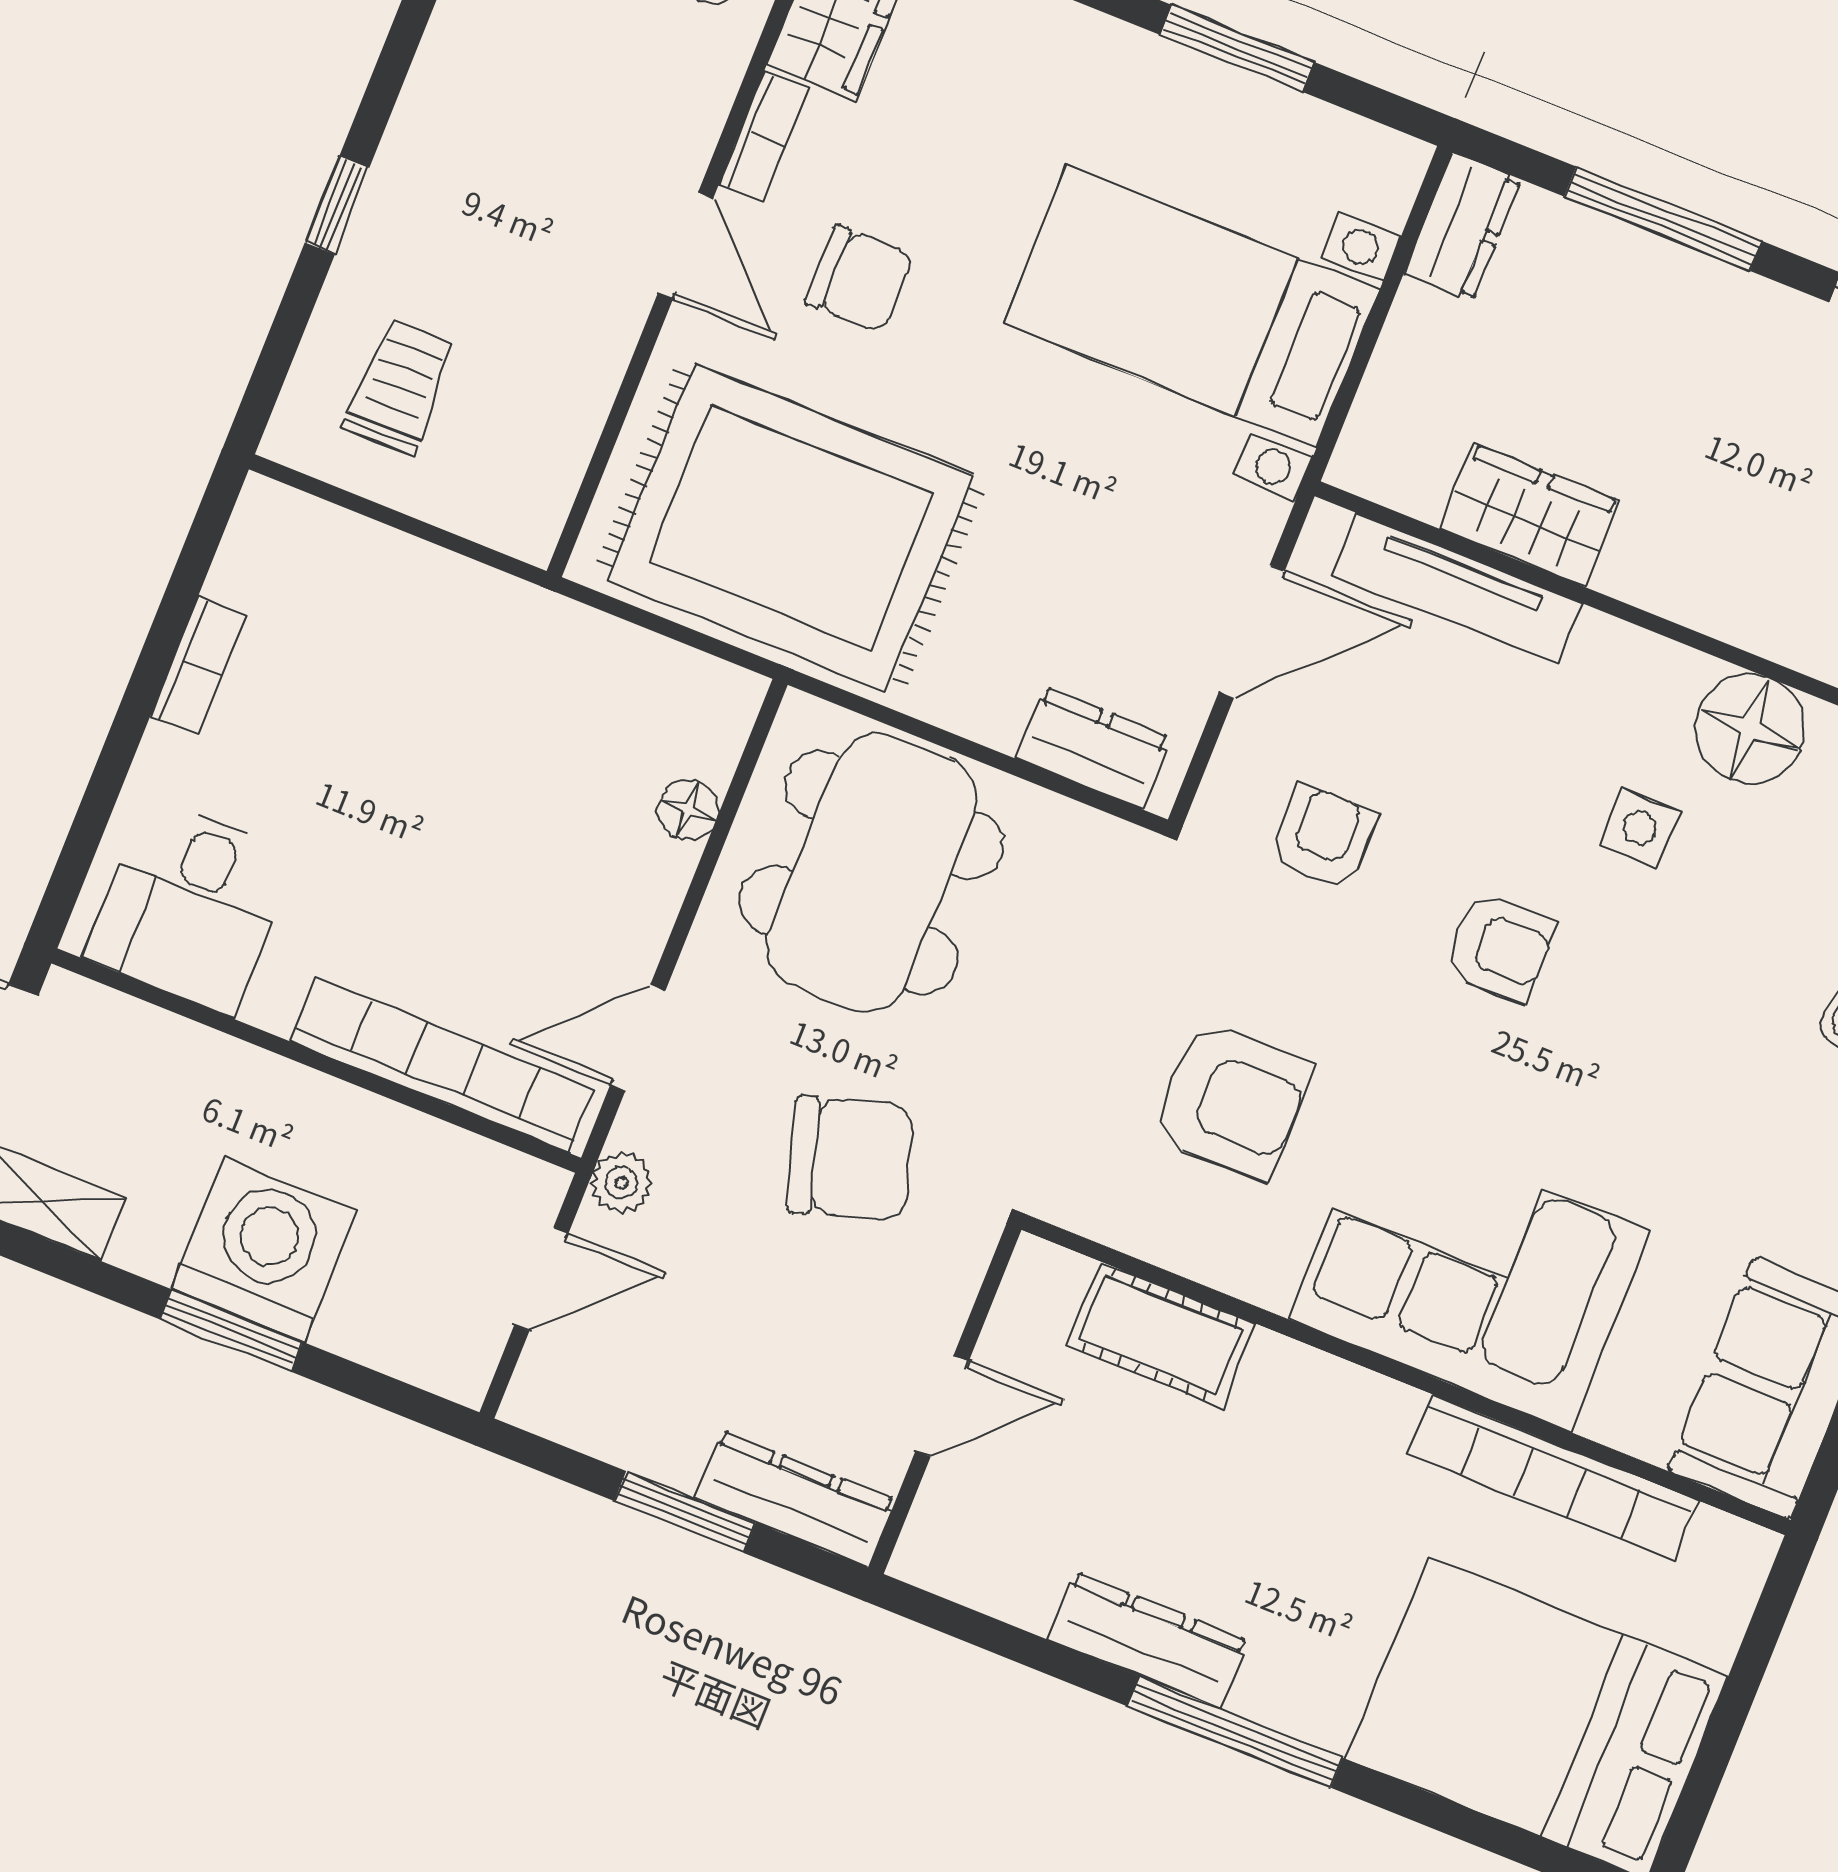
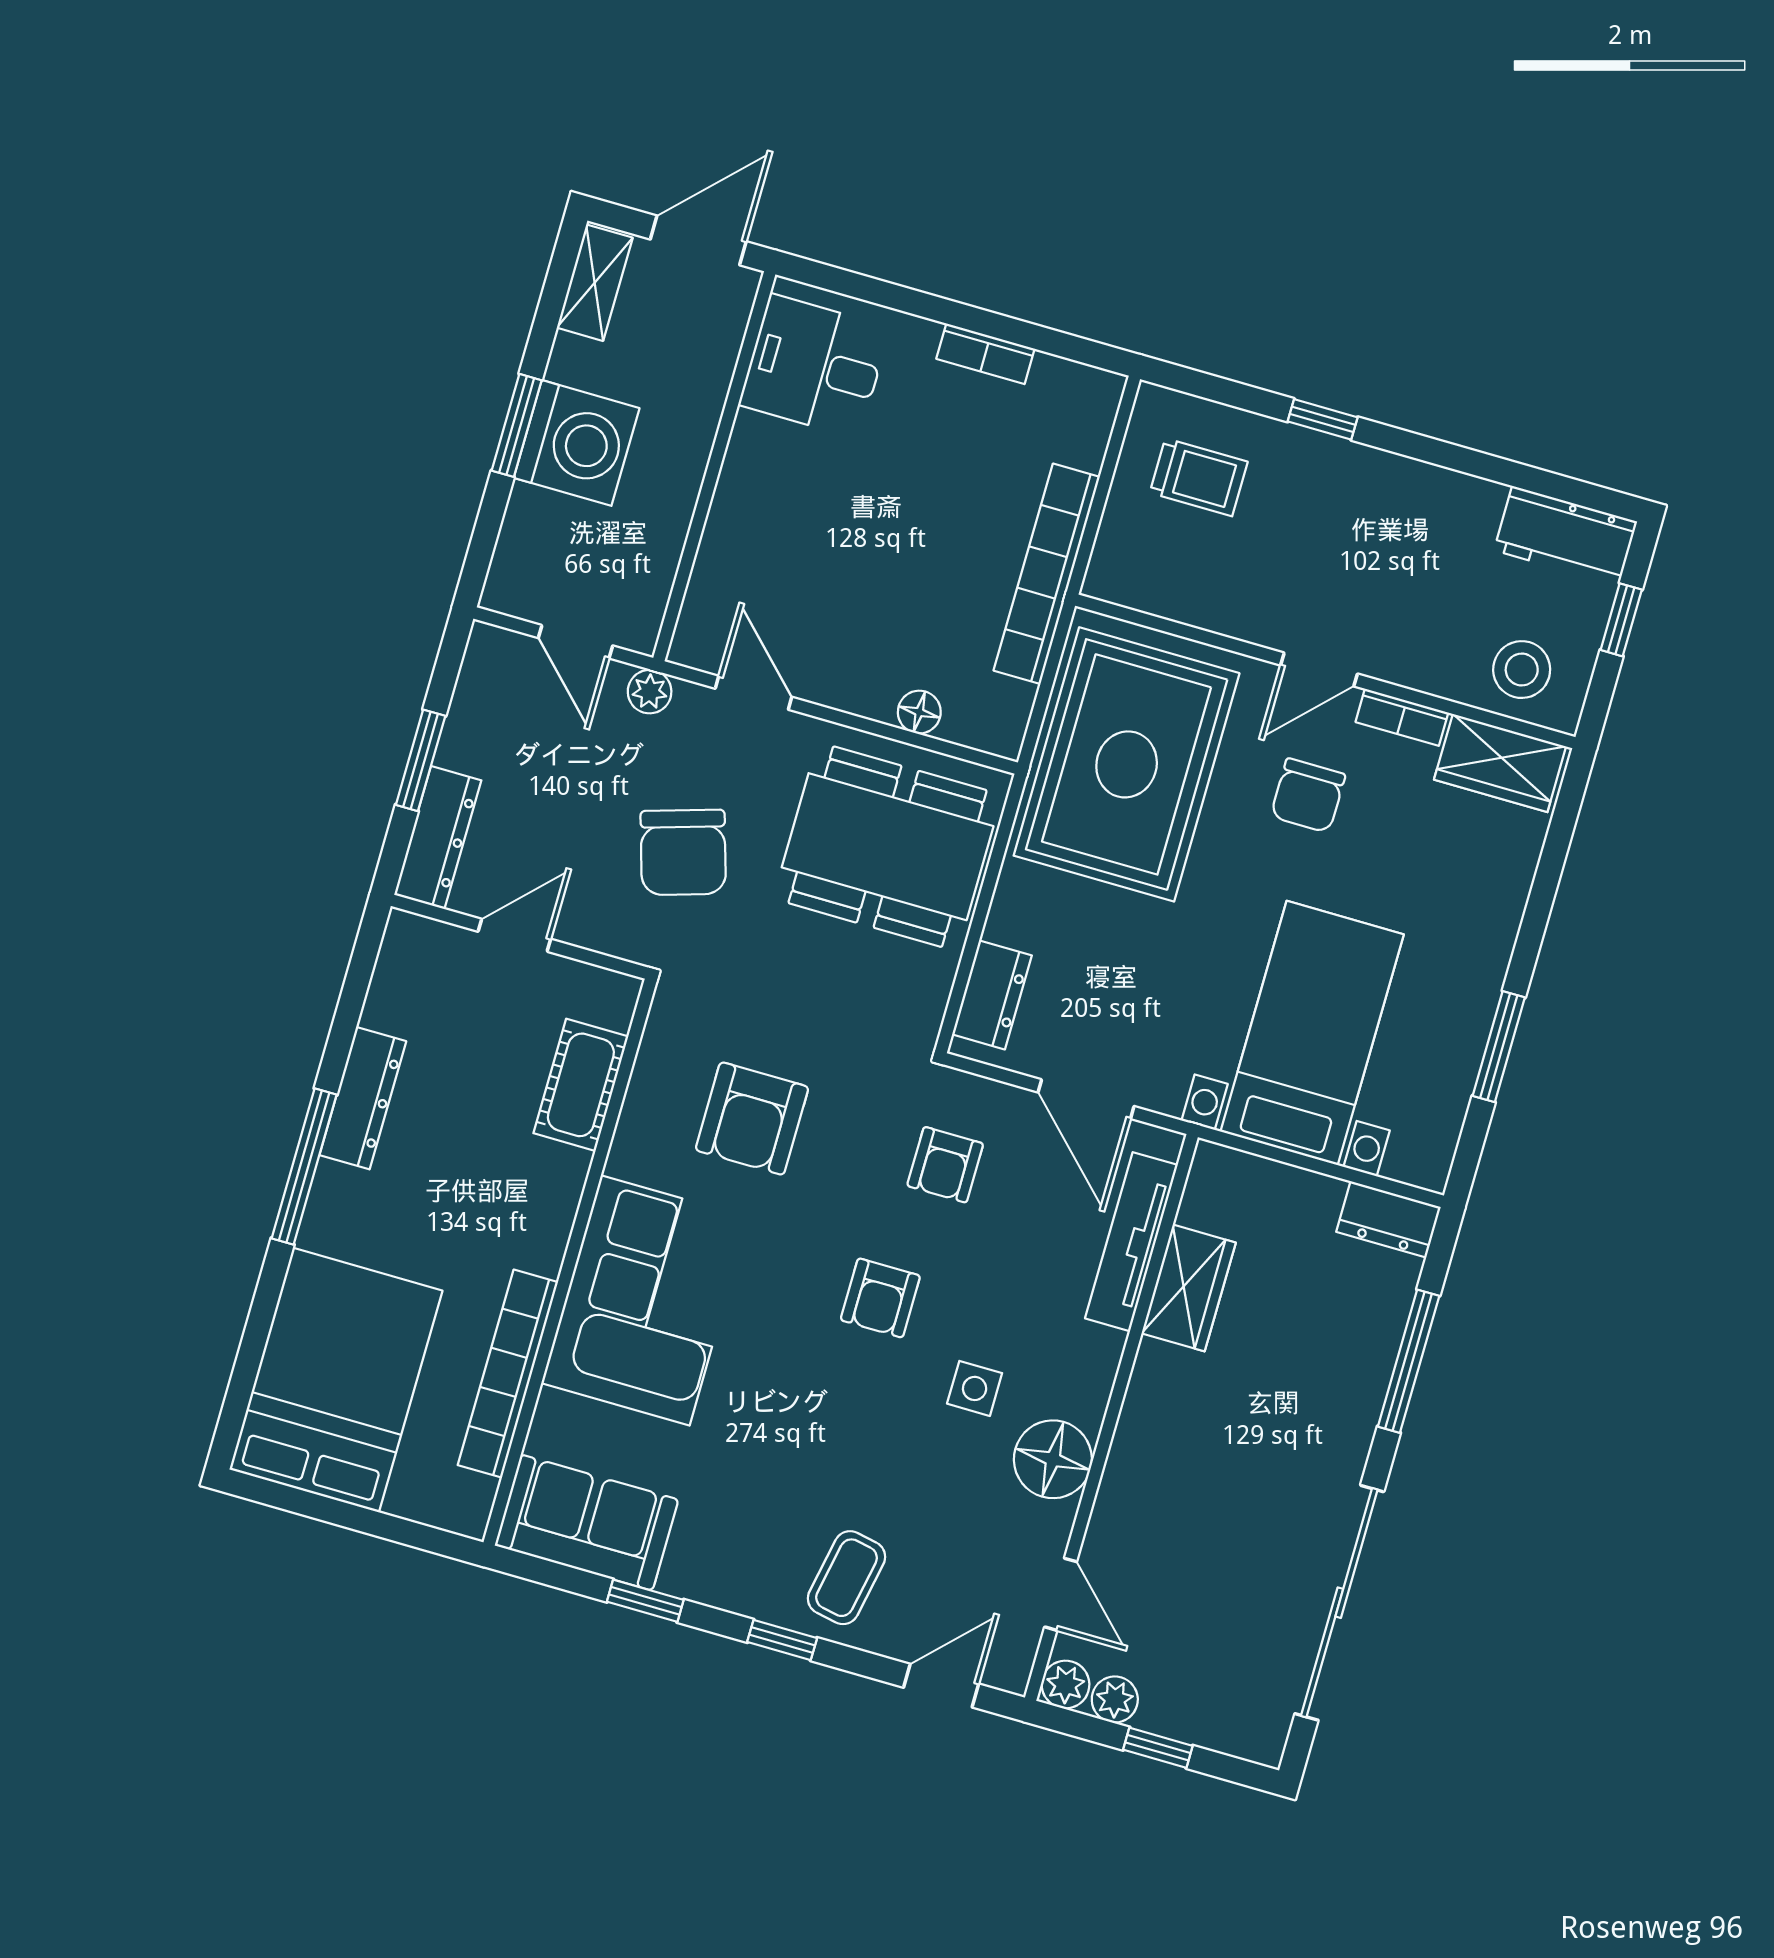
armchair: (1323, 837) -> (945, 1165), turned 90
bookcase: (443, 1066) -> (1047, 574), moved, turned 180
door: (942, 1406) -> (514, 935), swing flipped

